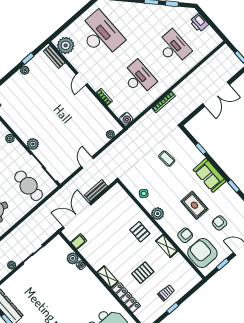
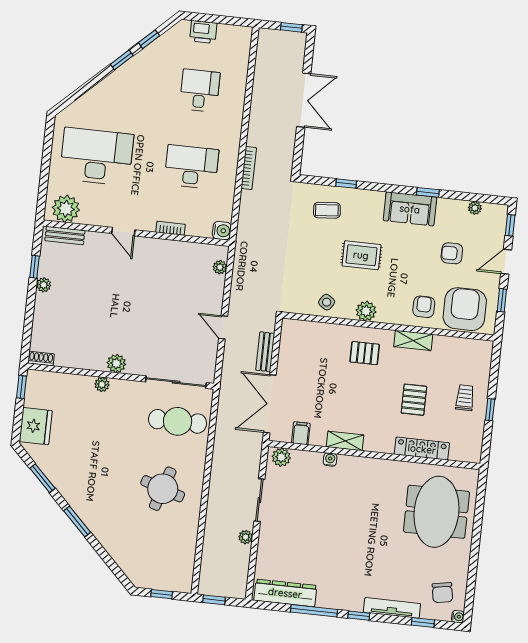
desk: (174, 47) -> (200, 91), width x0.73
plant: (33, 144) -> (116, 363), moved
coffee table: (167, 159) -> (327, 210), moved
sofa: (210, 175) -> (410, 209), moved
rug: (194, 205) -> (361, 255), moved
armchair: (202, 253) -> (465, 309), turned 90
plant: (73, 258) -> (281, 457), moved
shelving: (108, 277) -> (345, 441), moved

